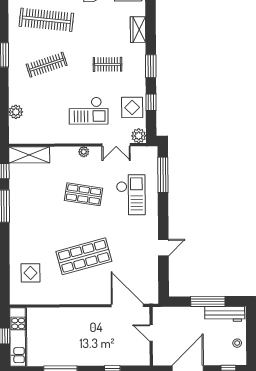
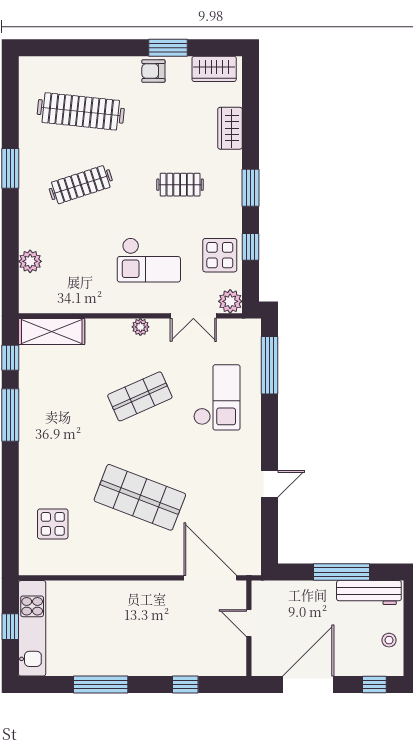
shop shelf: (84, 194) -> (140, 396), turned -33
shop shelf: (84, 256) -> (140, 497), turned 36

